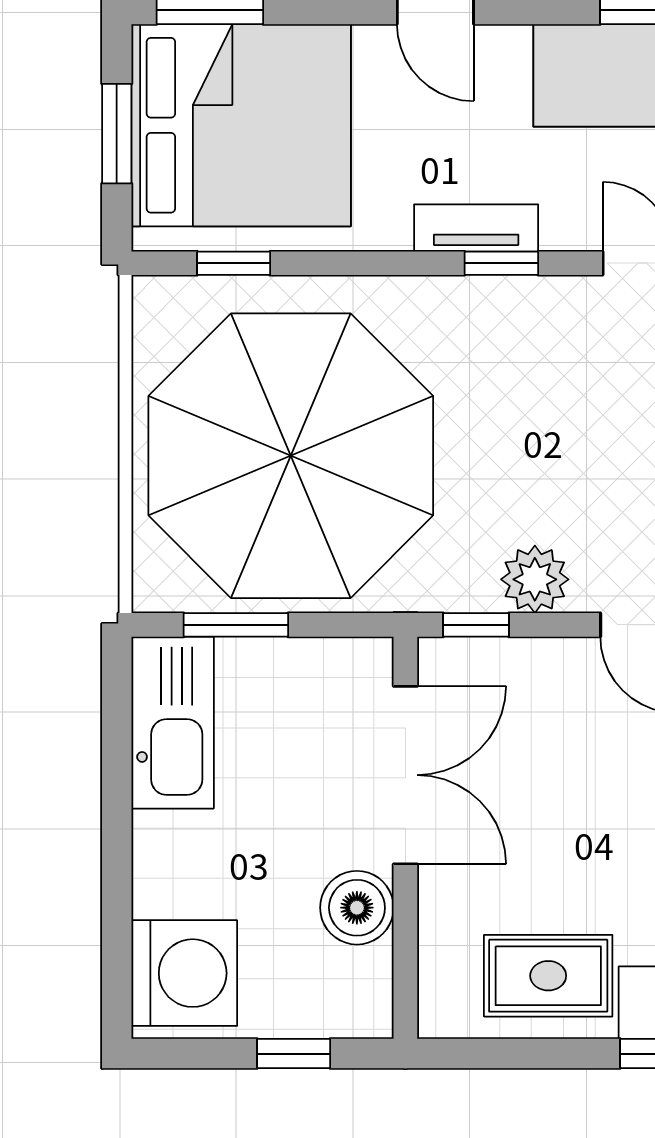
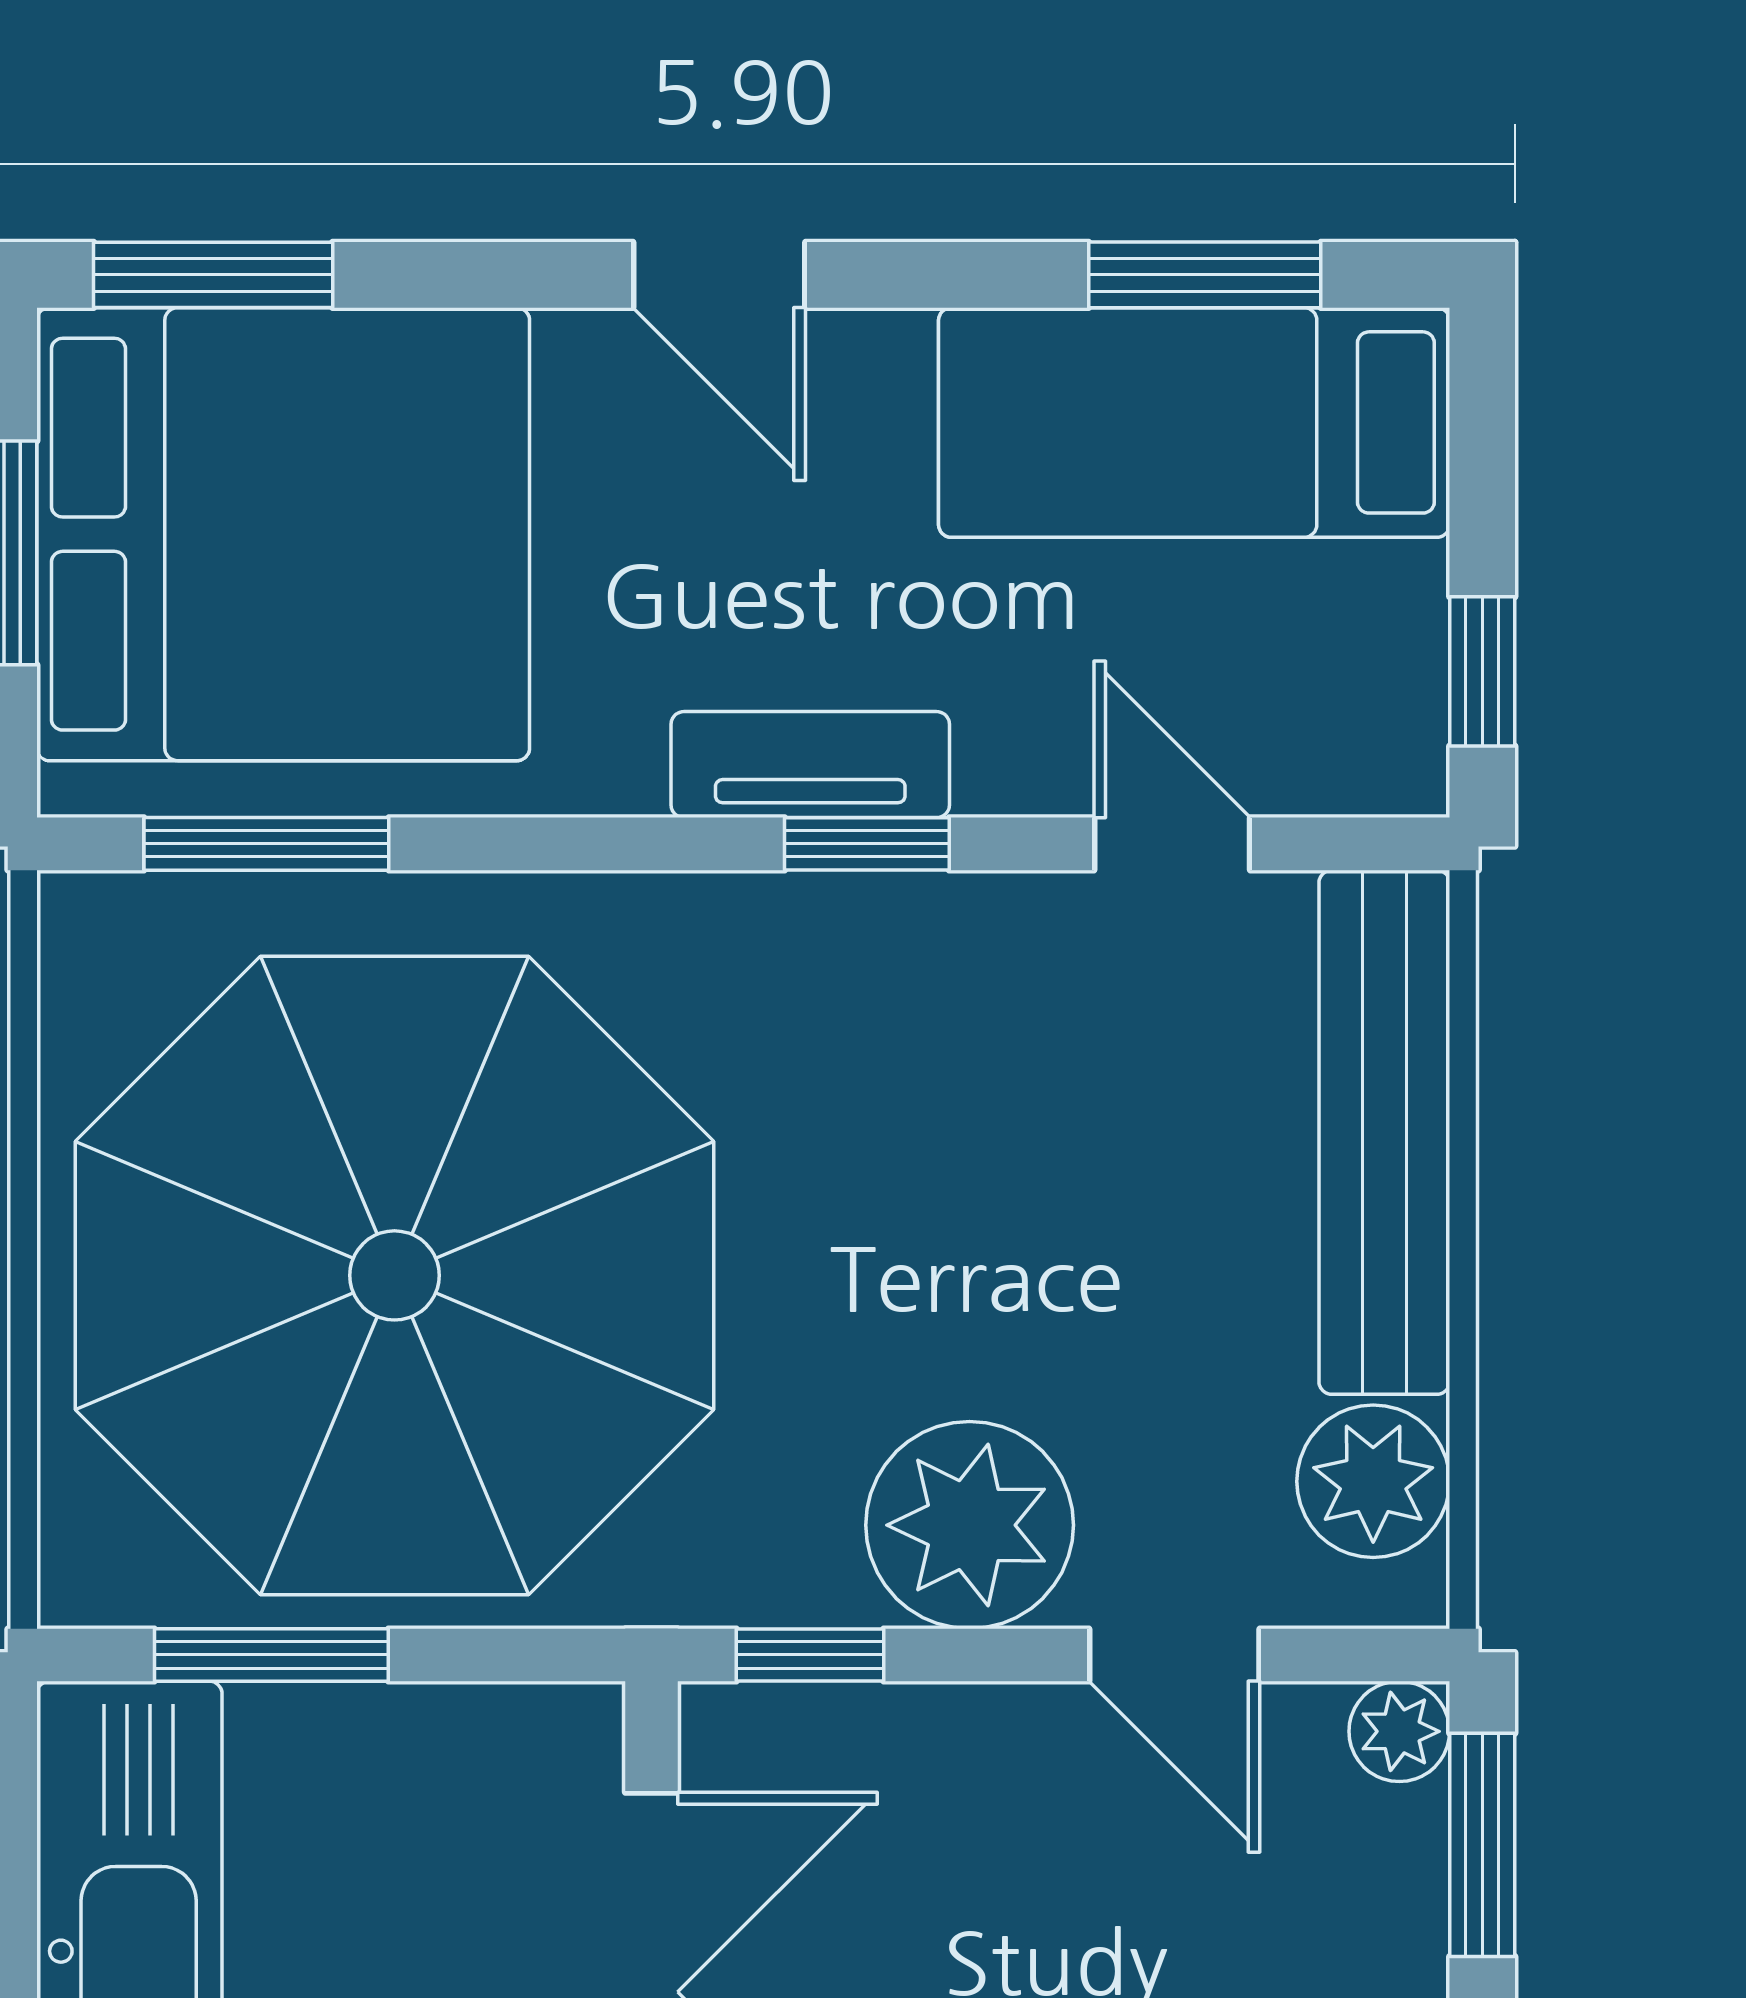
window: (234, 263) -> (266, 844), width x1.50
plant: (535, 579) -> (970, 1525), width x1.36, depth x1.36

